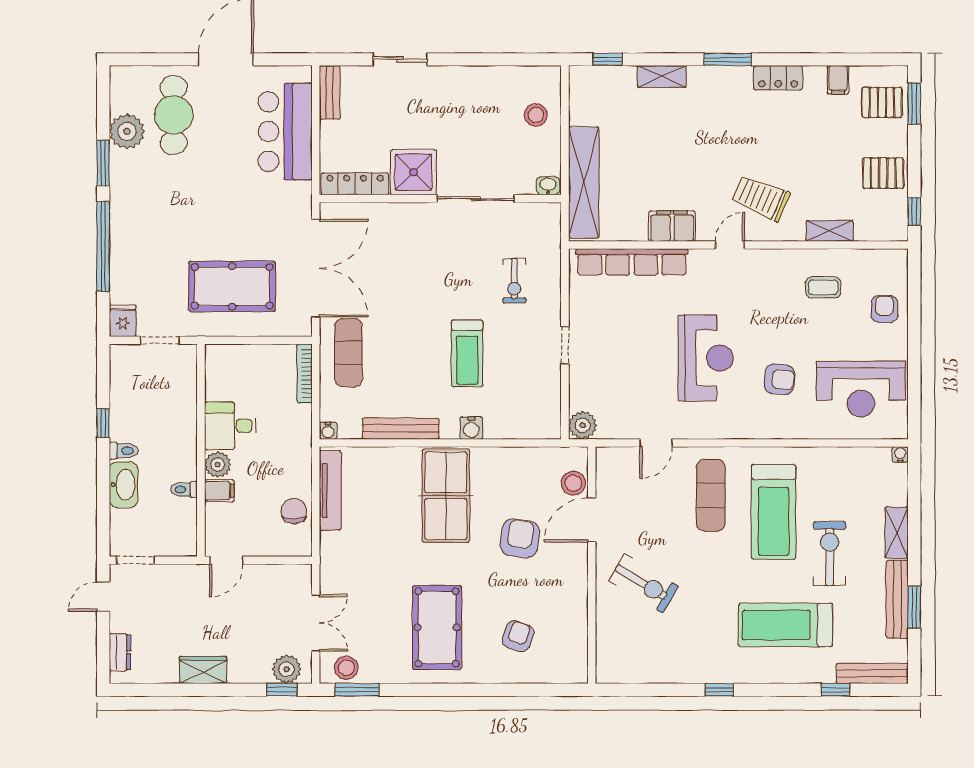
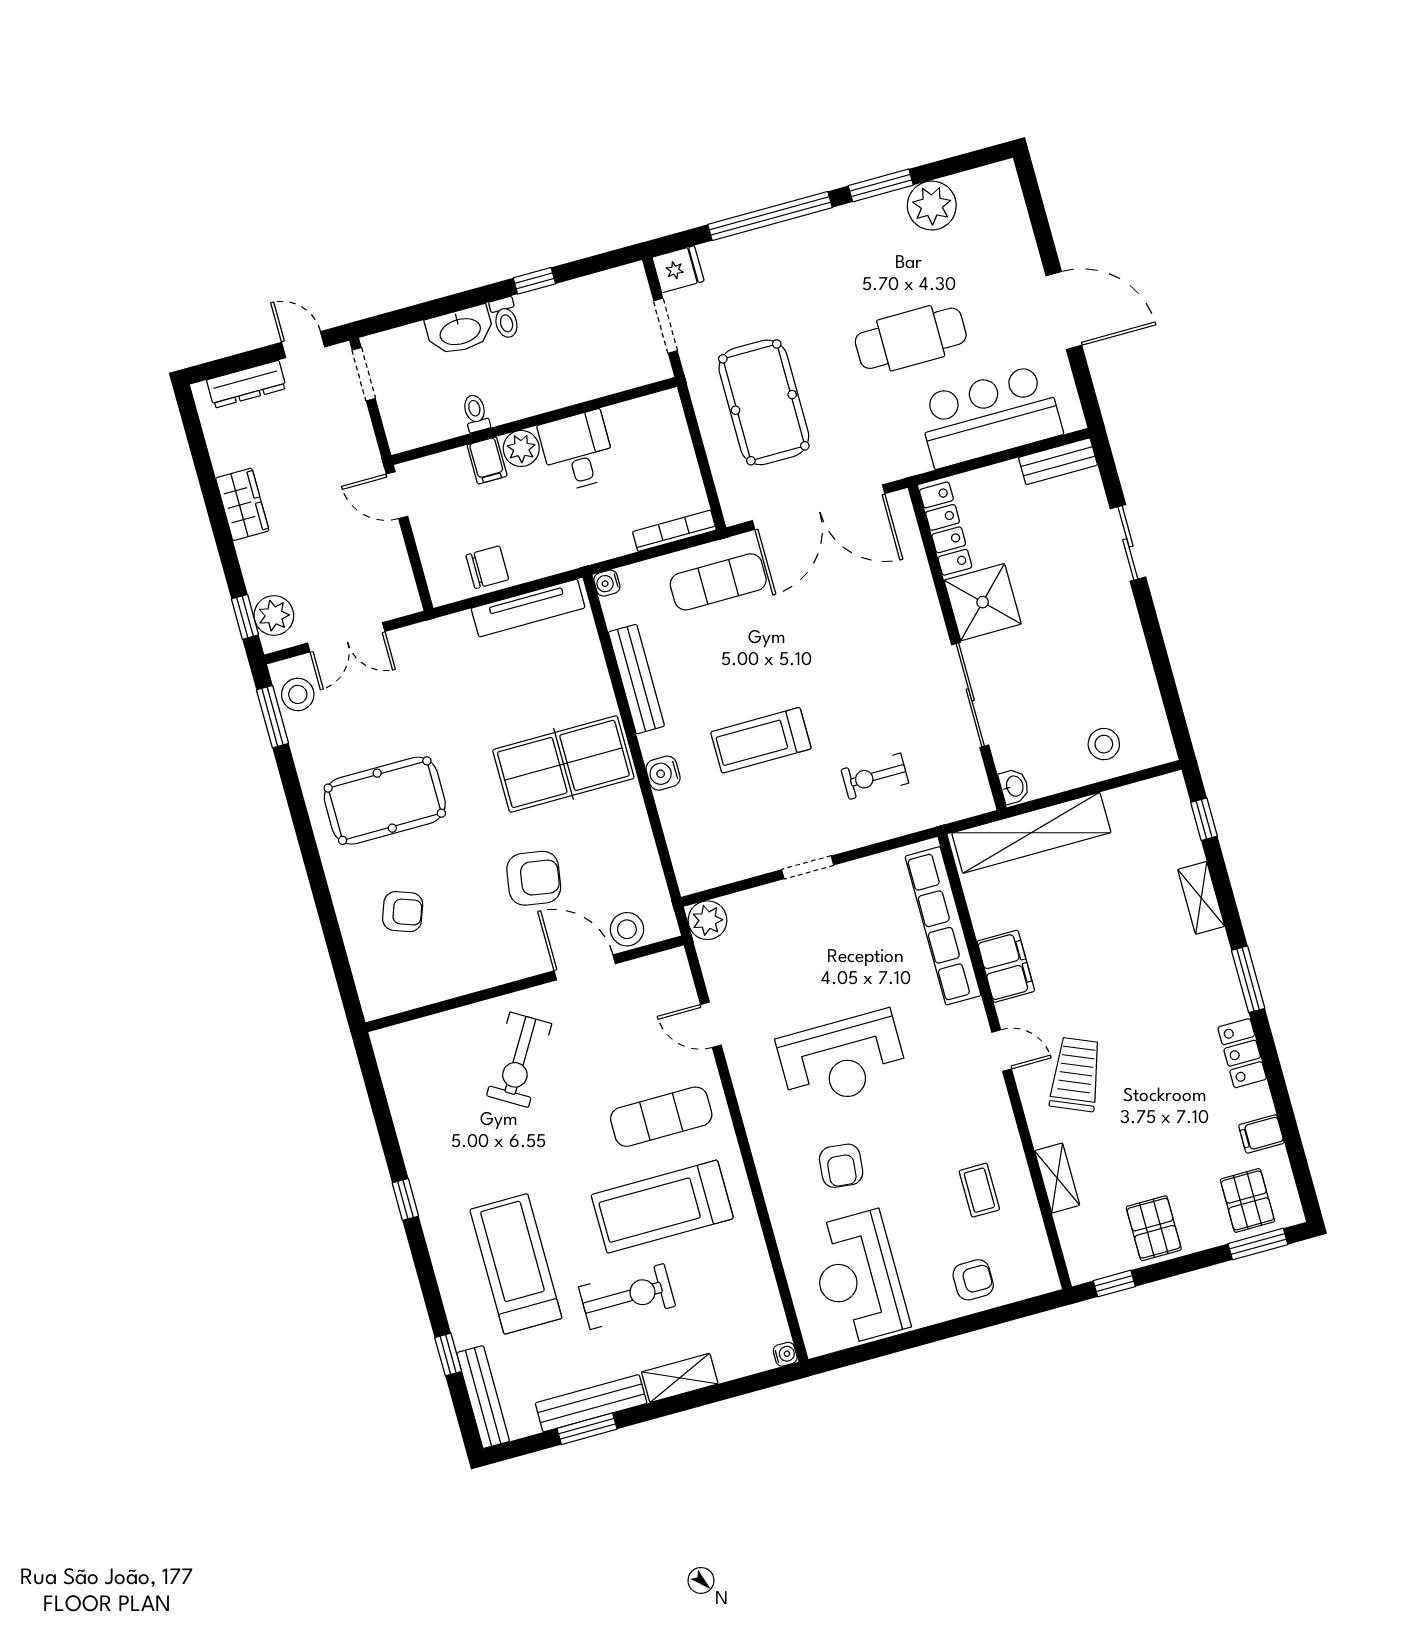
cafe table: (174, 115) -> (911, 338), moved
dresser: (120, 652) -> (246, 384), width x1.44

